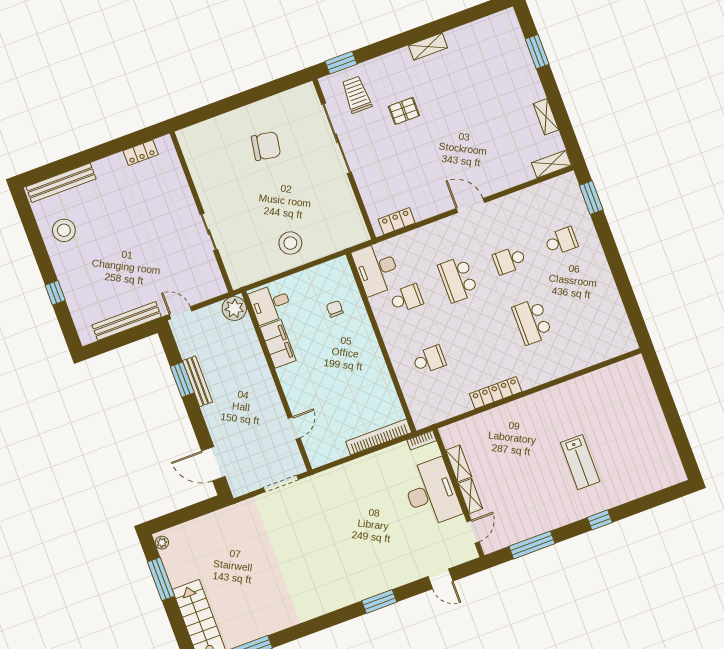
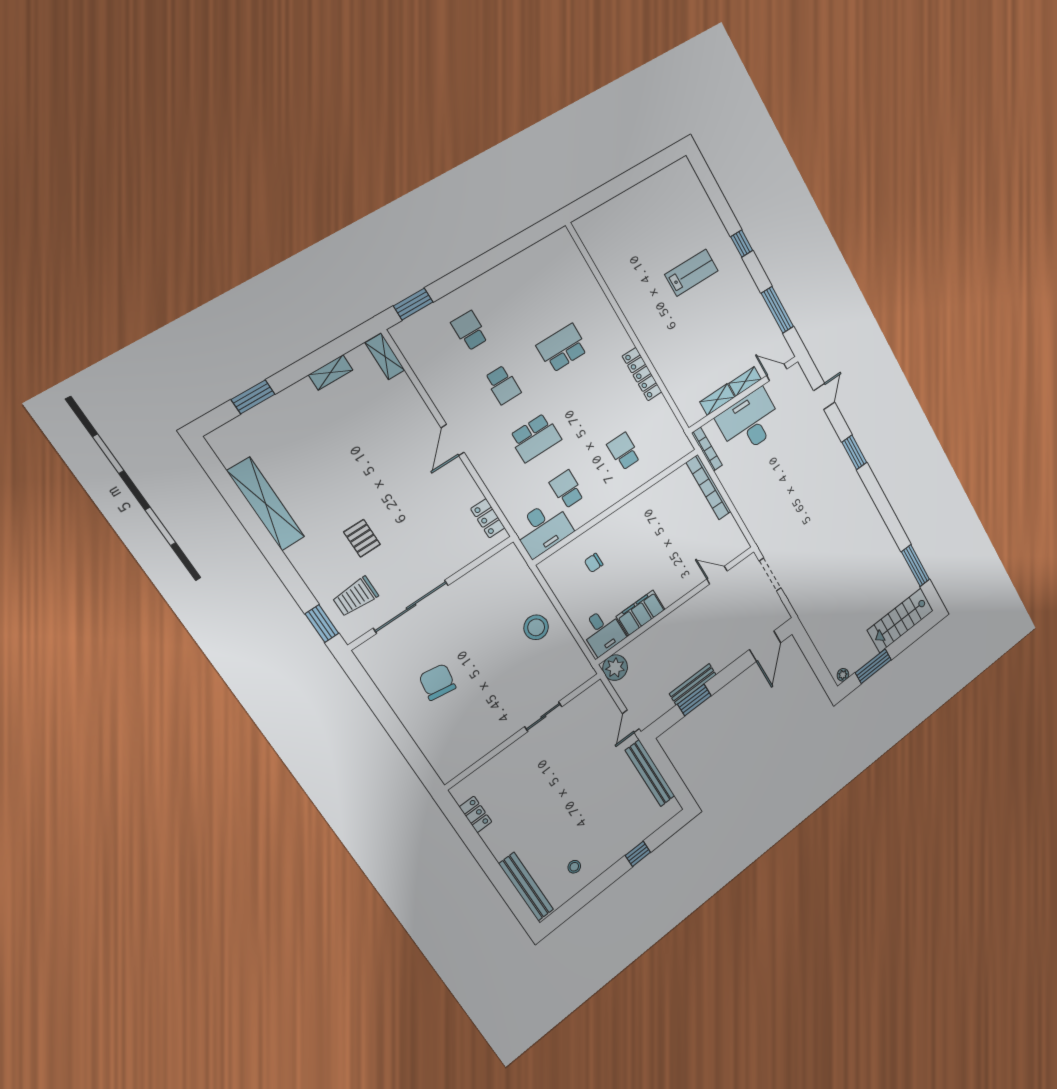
shelving: (428, 46) -> (266, 504), width x2.20, depth x1.33
stool: (64, 230) -> (574, 867), width x0.53, depth x0.53
school desk: (532, 322) -> (562, 348), turned 180
bookcase: (422, 440) -> (707, 449), width x1.56

